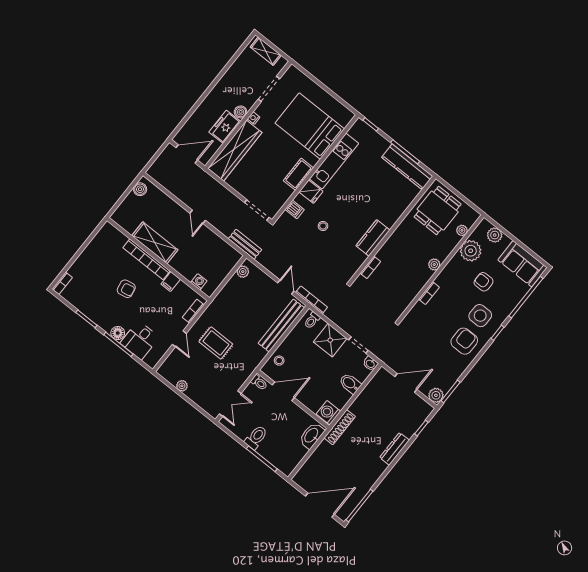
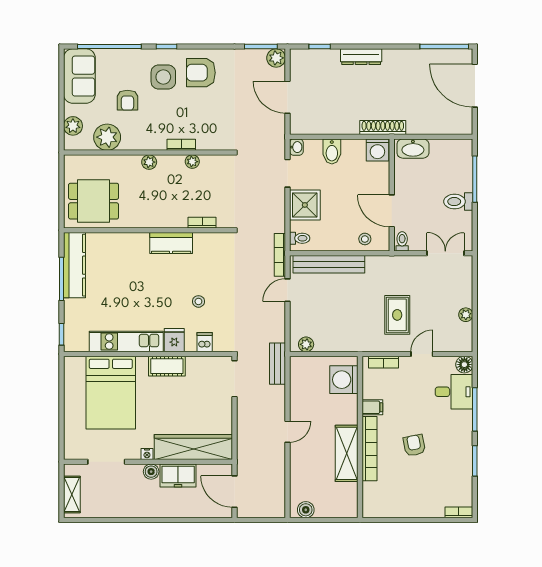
plant: (462, 230) -> (192, 162), moved
washing machine: (199, 282) -> (344, 380), width x1.89, depth x1.89
floor lamp: (118, 333) -> (464, 365), moved

